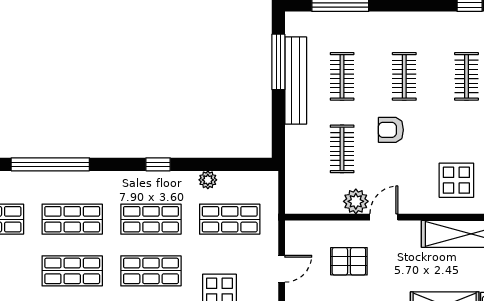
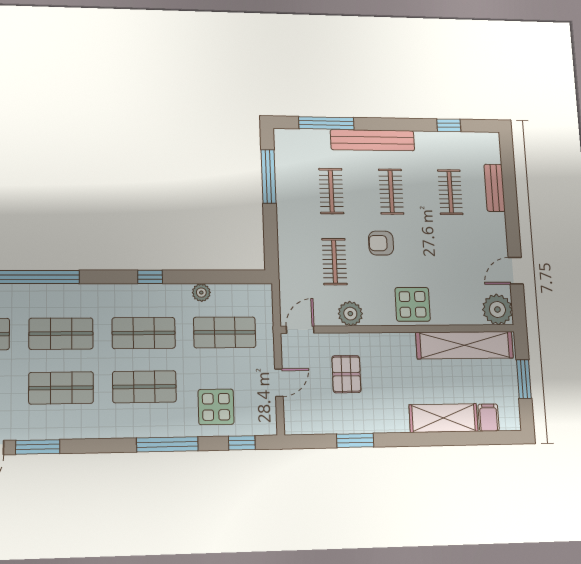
bench: (296, 81) -> (373, 140), moved, turned 90
display table: (456, 180) -> (413, 304), moved
door: (384, 217) -> (300, 330), moved
pallet: (349, 261) -> (346, 374), turned 90

